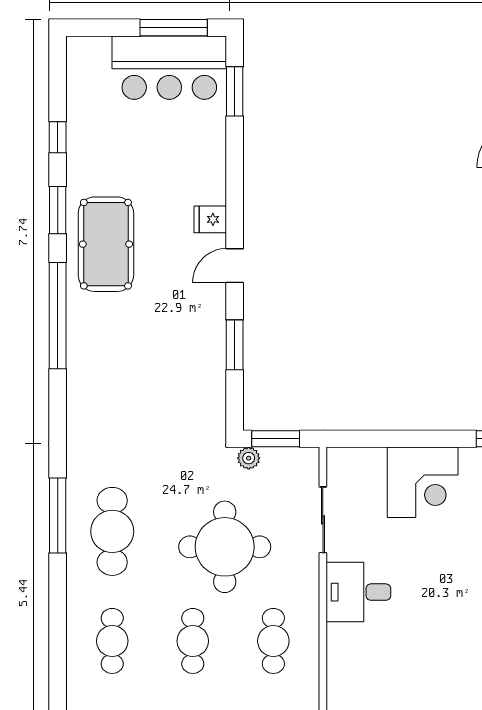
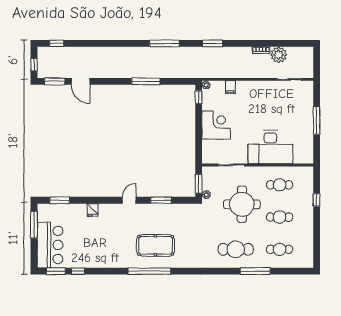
bar counter: (169, 68) -> (50, 245), moved
window: (58, 210) -> (56, 271), moved
fridge: (210, 219) -> (93, 210), moved
pool table: (106, 244) -> (156, 245), moved
door: (235, 266) -> (129, 200), swing flipped
window: (58, 515) -> (255, 271), moved
desk: (358, 592) -> (270, 147), width x1.87, depth x1.30

